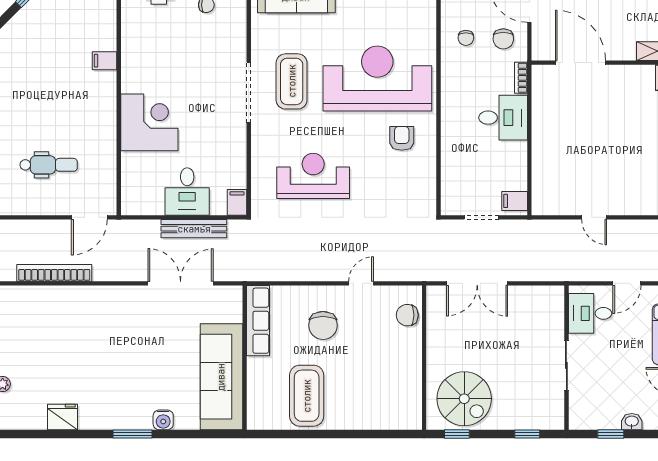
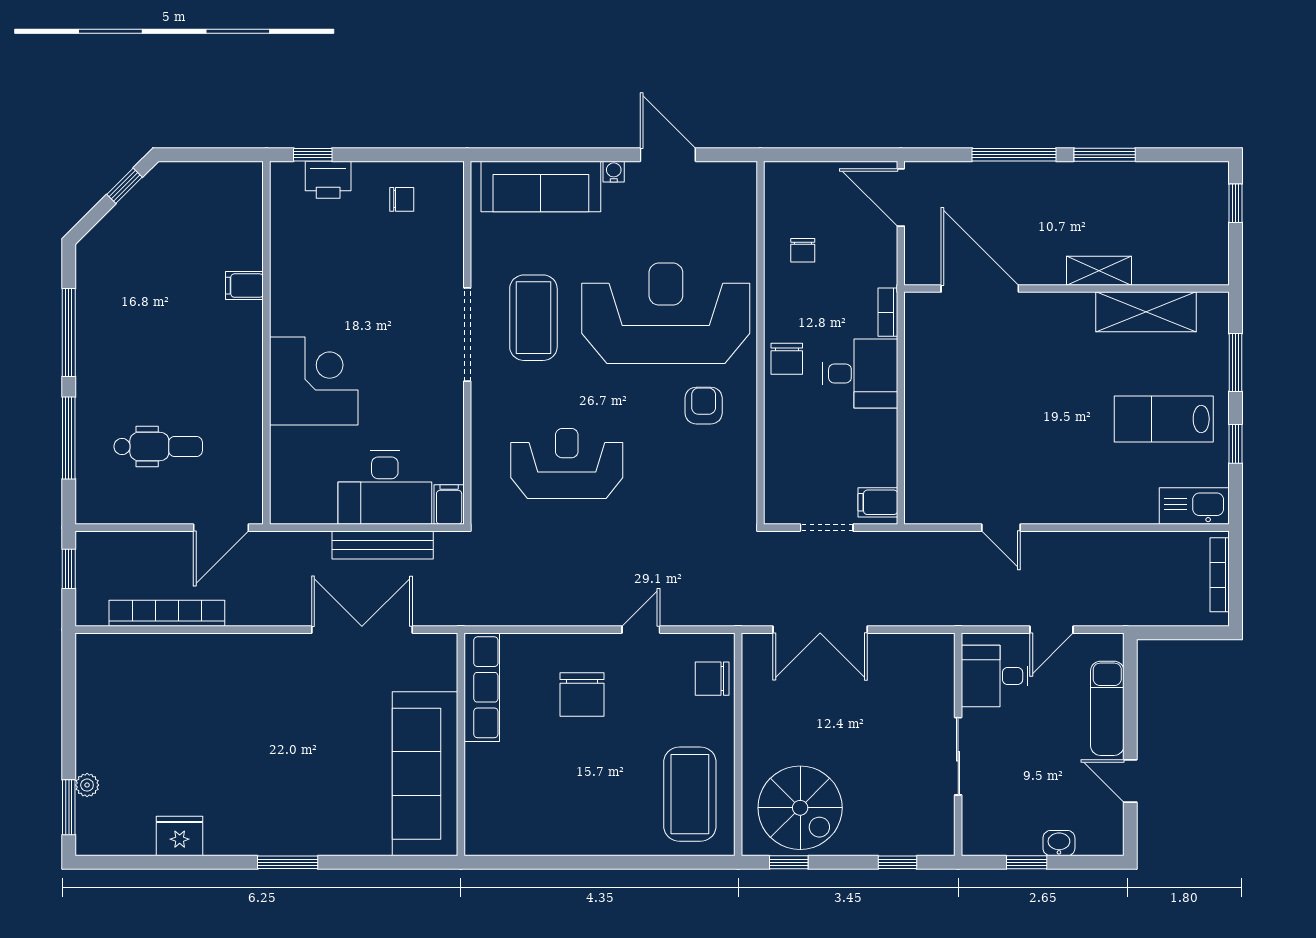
chair: (503, 39) -> (787, 359), moved
desk: (187, 192) -> (385, 488), width x1.37
coffee table: (307, 396) -> (690, 794), moved
water cooler: (163, 420) -> (335, 840), removed

